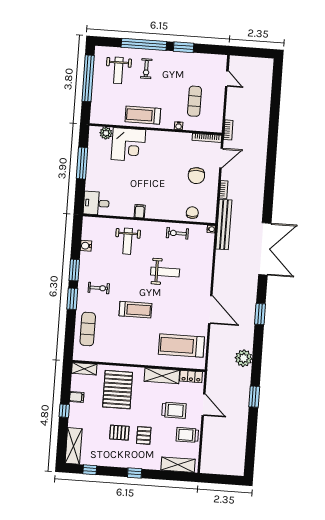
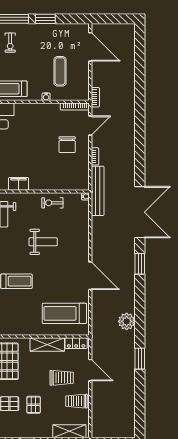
door: (227, 79) -> (90, 47), width x1.87
filing cabinet: (140, 211) -> (19, 184), width x2.00
chair: (192, 213) -> (66, 181), removed
window: (260, 314) -> (140, 264), moved

